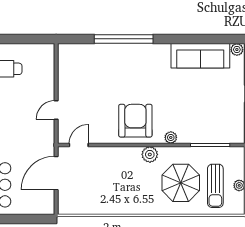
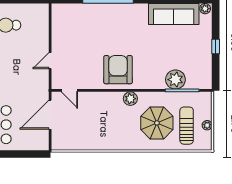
plant: (171, 137) -> (175, 80), moved, width x1.88, depth x1.88
door: (79, 145) -> (69, 90), swing flipped
sun lounger: (215, 186) -> (187, 126), turned 180

